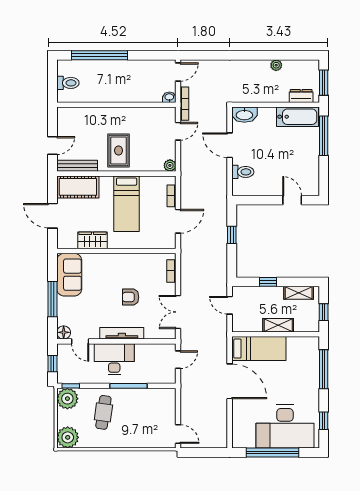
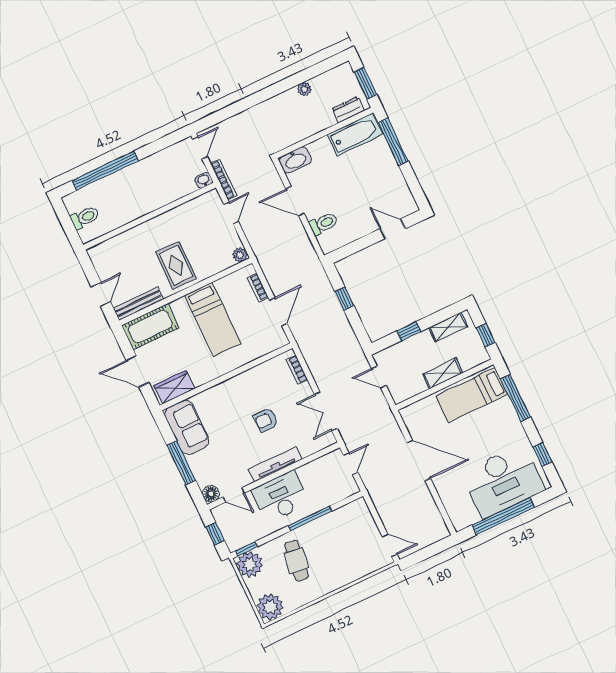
wardrobe: (92, 240) -> (174, 387), moved
bed: (259, 349) -> (472, 395), moved, turned 180

